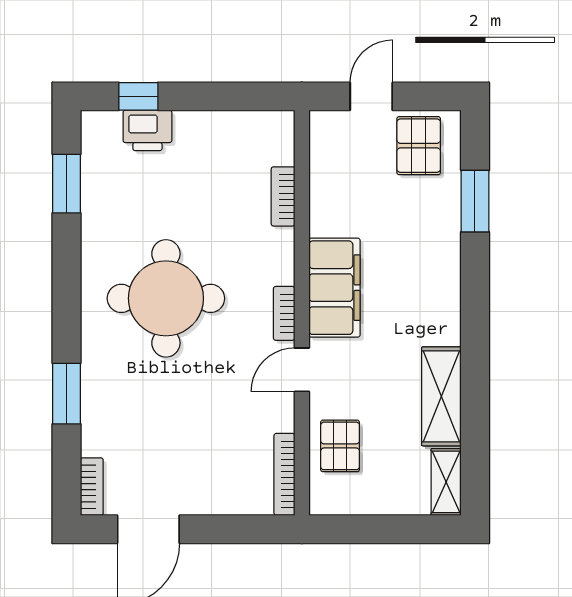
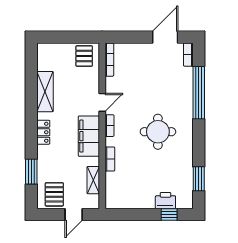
bookcase: (283, 196) -> (110, 159), moved
locker: (445, 297) -> (43, 132), added
round table: (166, 298) -> (158, 132), width x0.73, depth x0.73
window: (66, 394) -> (199, 93), width x2.11
pallet: (340, 446) -> (84, 56), moved
shelving: (446, 482) -> (93, 180), moved

